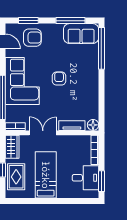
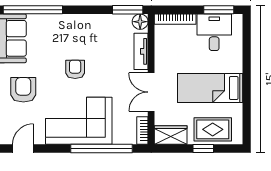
armchair: (32, 38) -> (23, 90), moved
armchair: (59, 79) -> (75, 69), turned 90
window: (101, 116) -> (128, 10), added

